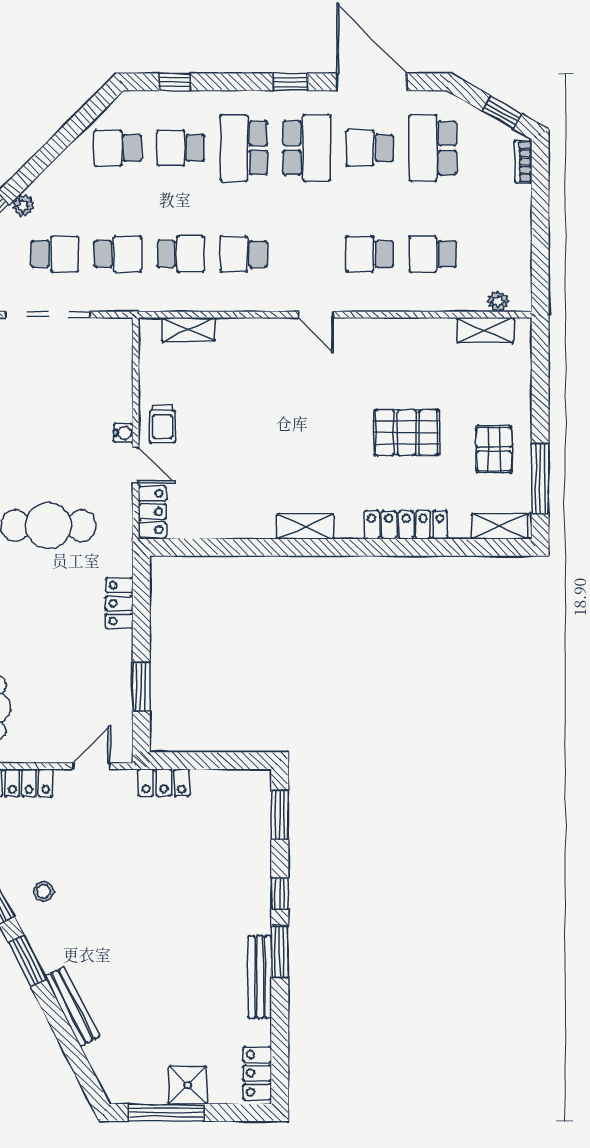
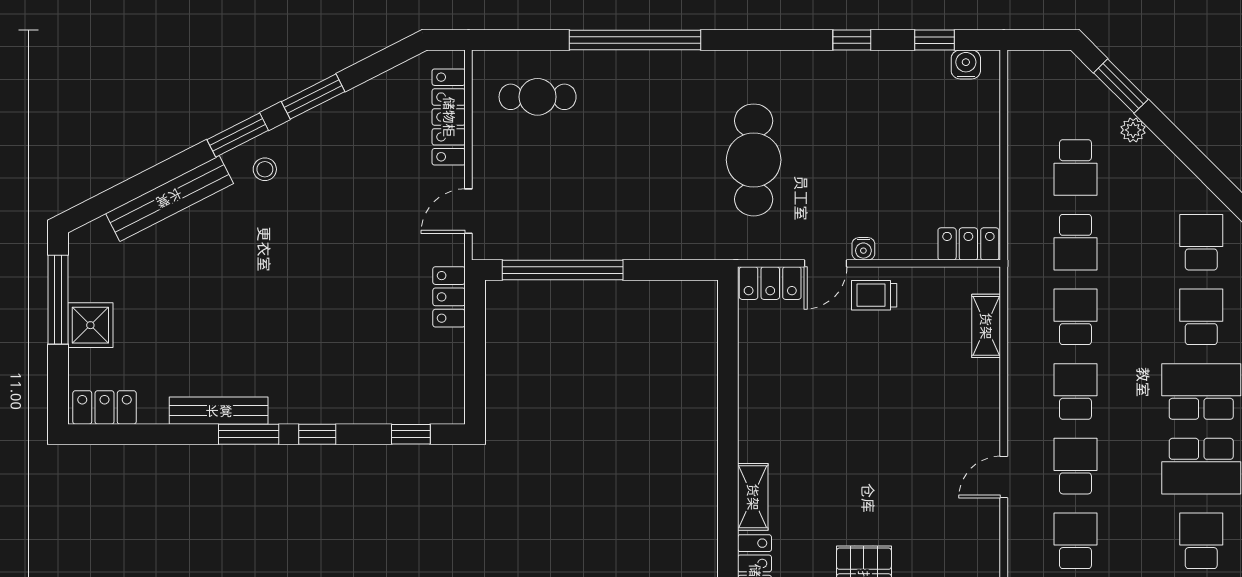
school desk: (181, 254) -> (1075, 317), turned 180
school desk: (307, 254) -> (1075, 466), added
doorway: (48, 315) -> (1004, 160), removed
shelving: (305, 526) -> (753, 497), moved
locker: (119, 603) -> (968, 244), moved
window: (141, 687) -> (563, 270), width x2.11
door: (92, 766) -> (468, 211), swing flipped
window: (280, 815) -> (411, 434), width x0.67
stool: (44, 891) -> (265, 169), moved
bench: (72, 1007) -> (169, 198), width x1.37, depth x1.21

